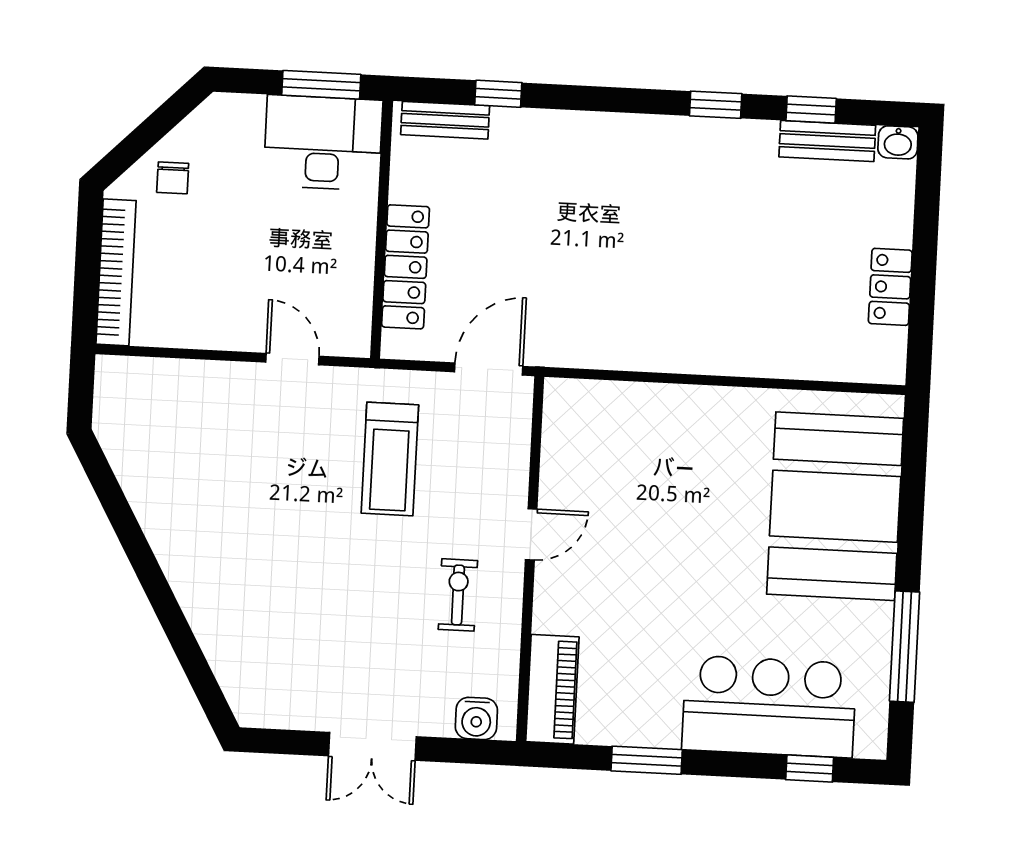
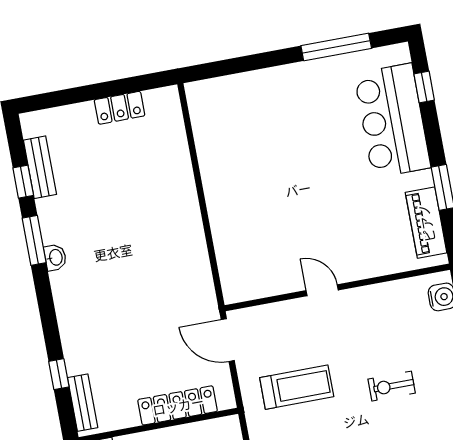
window: (716, 105) -> (34, 240), width x1.50
washbasin: (898, 142) -> (55, 257), moved
booth: (835, 506) -> (261, 110), removed
exercise bike: (458, 595) -> (392, 386), moved
piano: (552, 689) -> (426, 223), moved, turned -90

